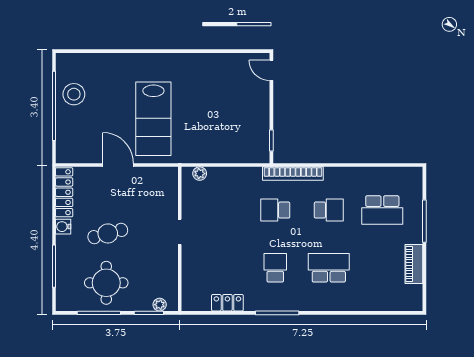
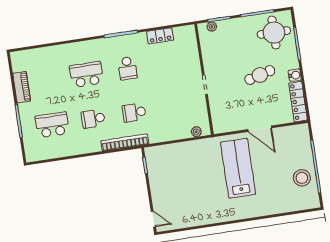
school desk: (275, 210) -> (134, 112), turned 180
school desk: (329, 268) -> (86, 74), turned 180
round table: (106, 283) -> (274, 33), moved

